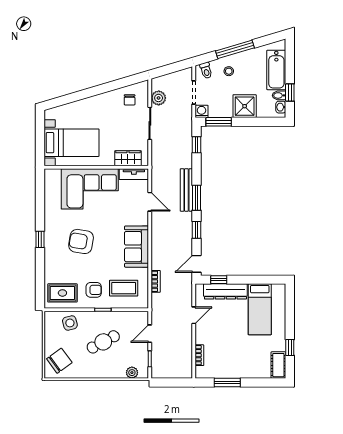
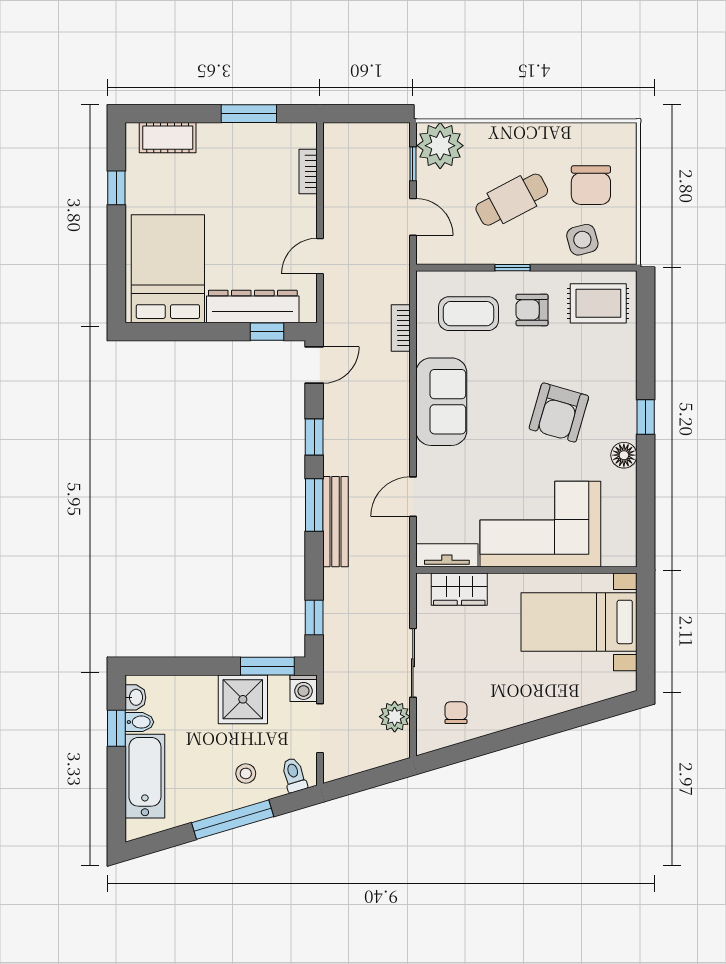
shower: (245, 106) -> (243, 699), moved
door: (150, 202) -> (413, 497), hinge flipped
floor lamp: (50, 221) -> (624, 455), added
armchair: (81, 241) -> (559, 412), turned 96
bed: (260, 309) -> (168, 269), width x1.50
door: (150, 334) -> (413, 217), hinge flipped
chair: (59, 361) -> (591, 185), moved, turned -54
cot: (278, 365) -> (168, 138), moved, turned 90
plant: (132, 373) -> (440, 146), width x1.87, depth x1.87

